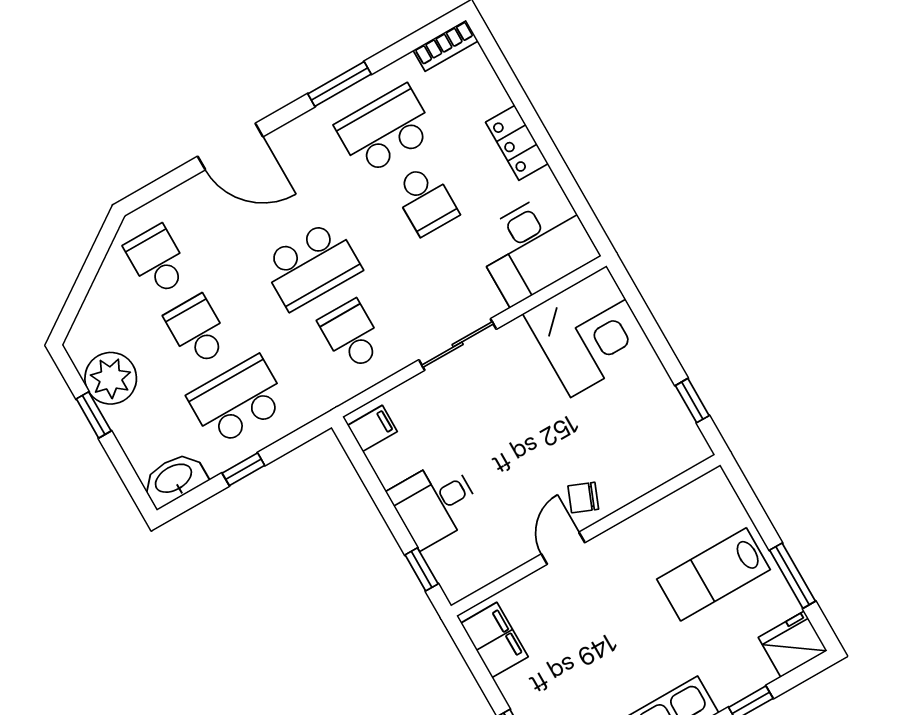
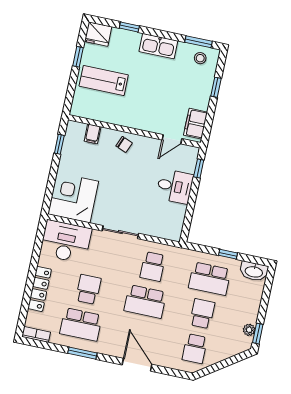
locker: (517, 143) -> (40, 289), width x1.53
school desk: (311, 265) -> (145, 302), turned 180
school desk: (197, 330) -> (202, 314), turned 180
plant: (111, 378) -> (249, 330), width x0.53, depth x0.53
window: (94, 415) -> (258, 334), moved
filing cabinet: (372, 428) -> (93, 134), moved, turned -90
door: (563, 548) -> (172, 139), moved
lab bench: (714, 574) -> (104, 81), turned 180
window: (793, 576) -> (78, 57), width x0.67

